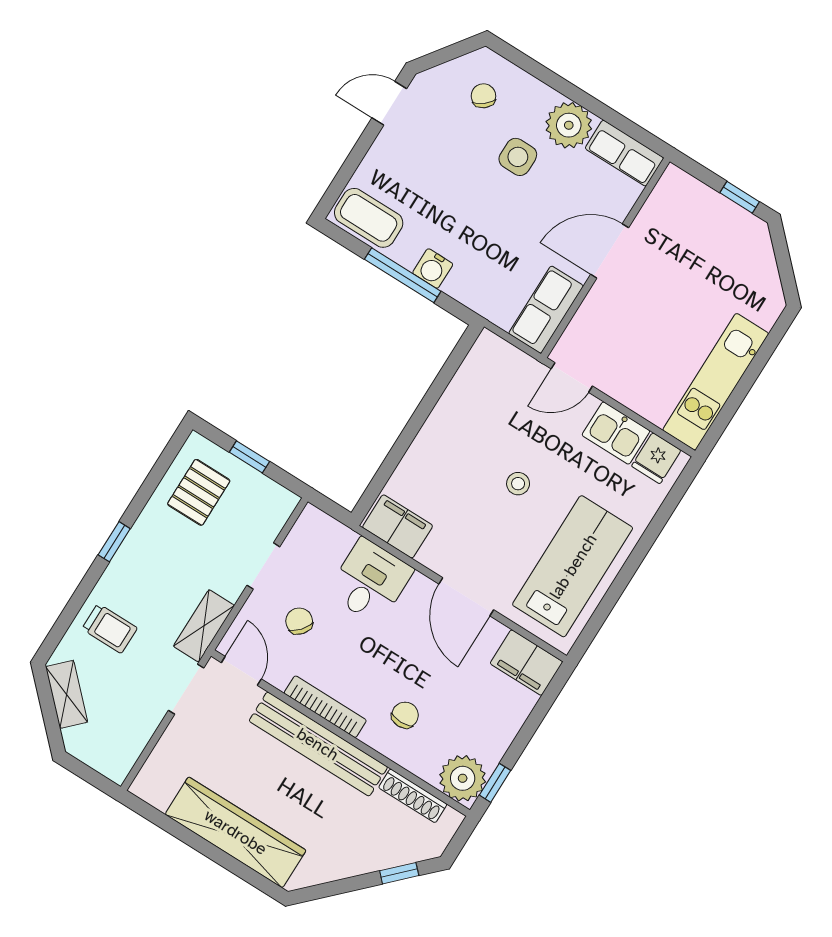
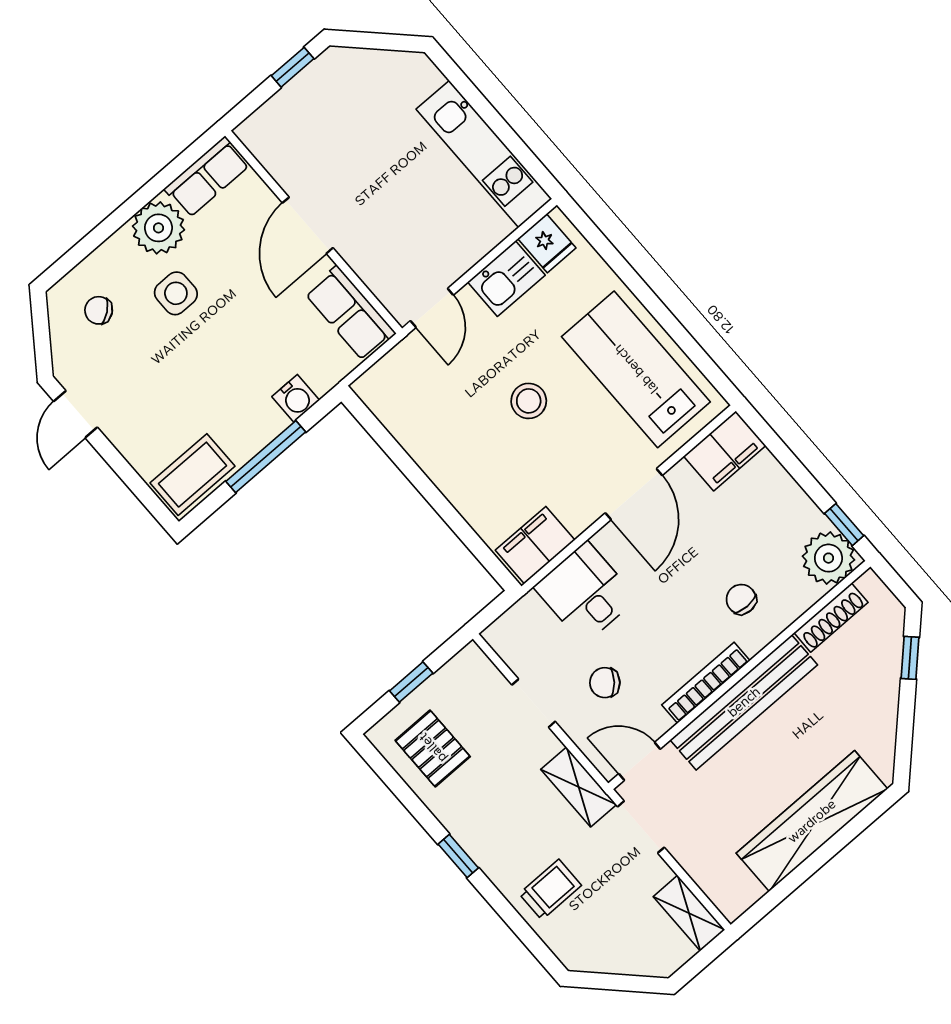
water cooler: (433, 269) -> (296, 398), moved
stool: (518, 484) -> (529, 401), width x1.37, depth x1.37
door: (466, 597) -> (634, 494), hinge flipped
shelving: (67, 694) -> (689, 913), moved, turned 45

